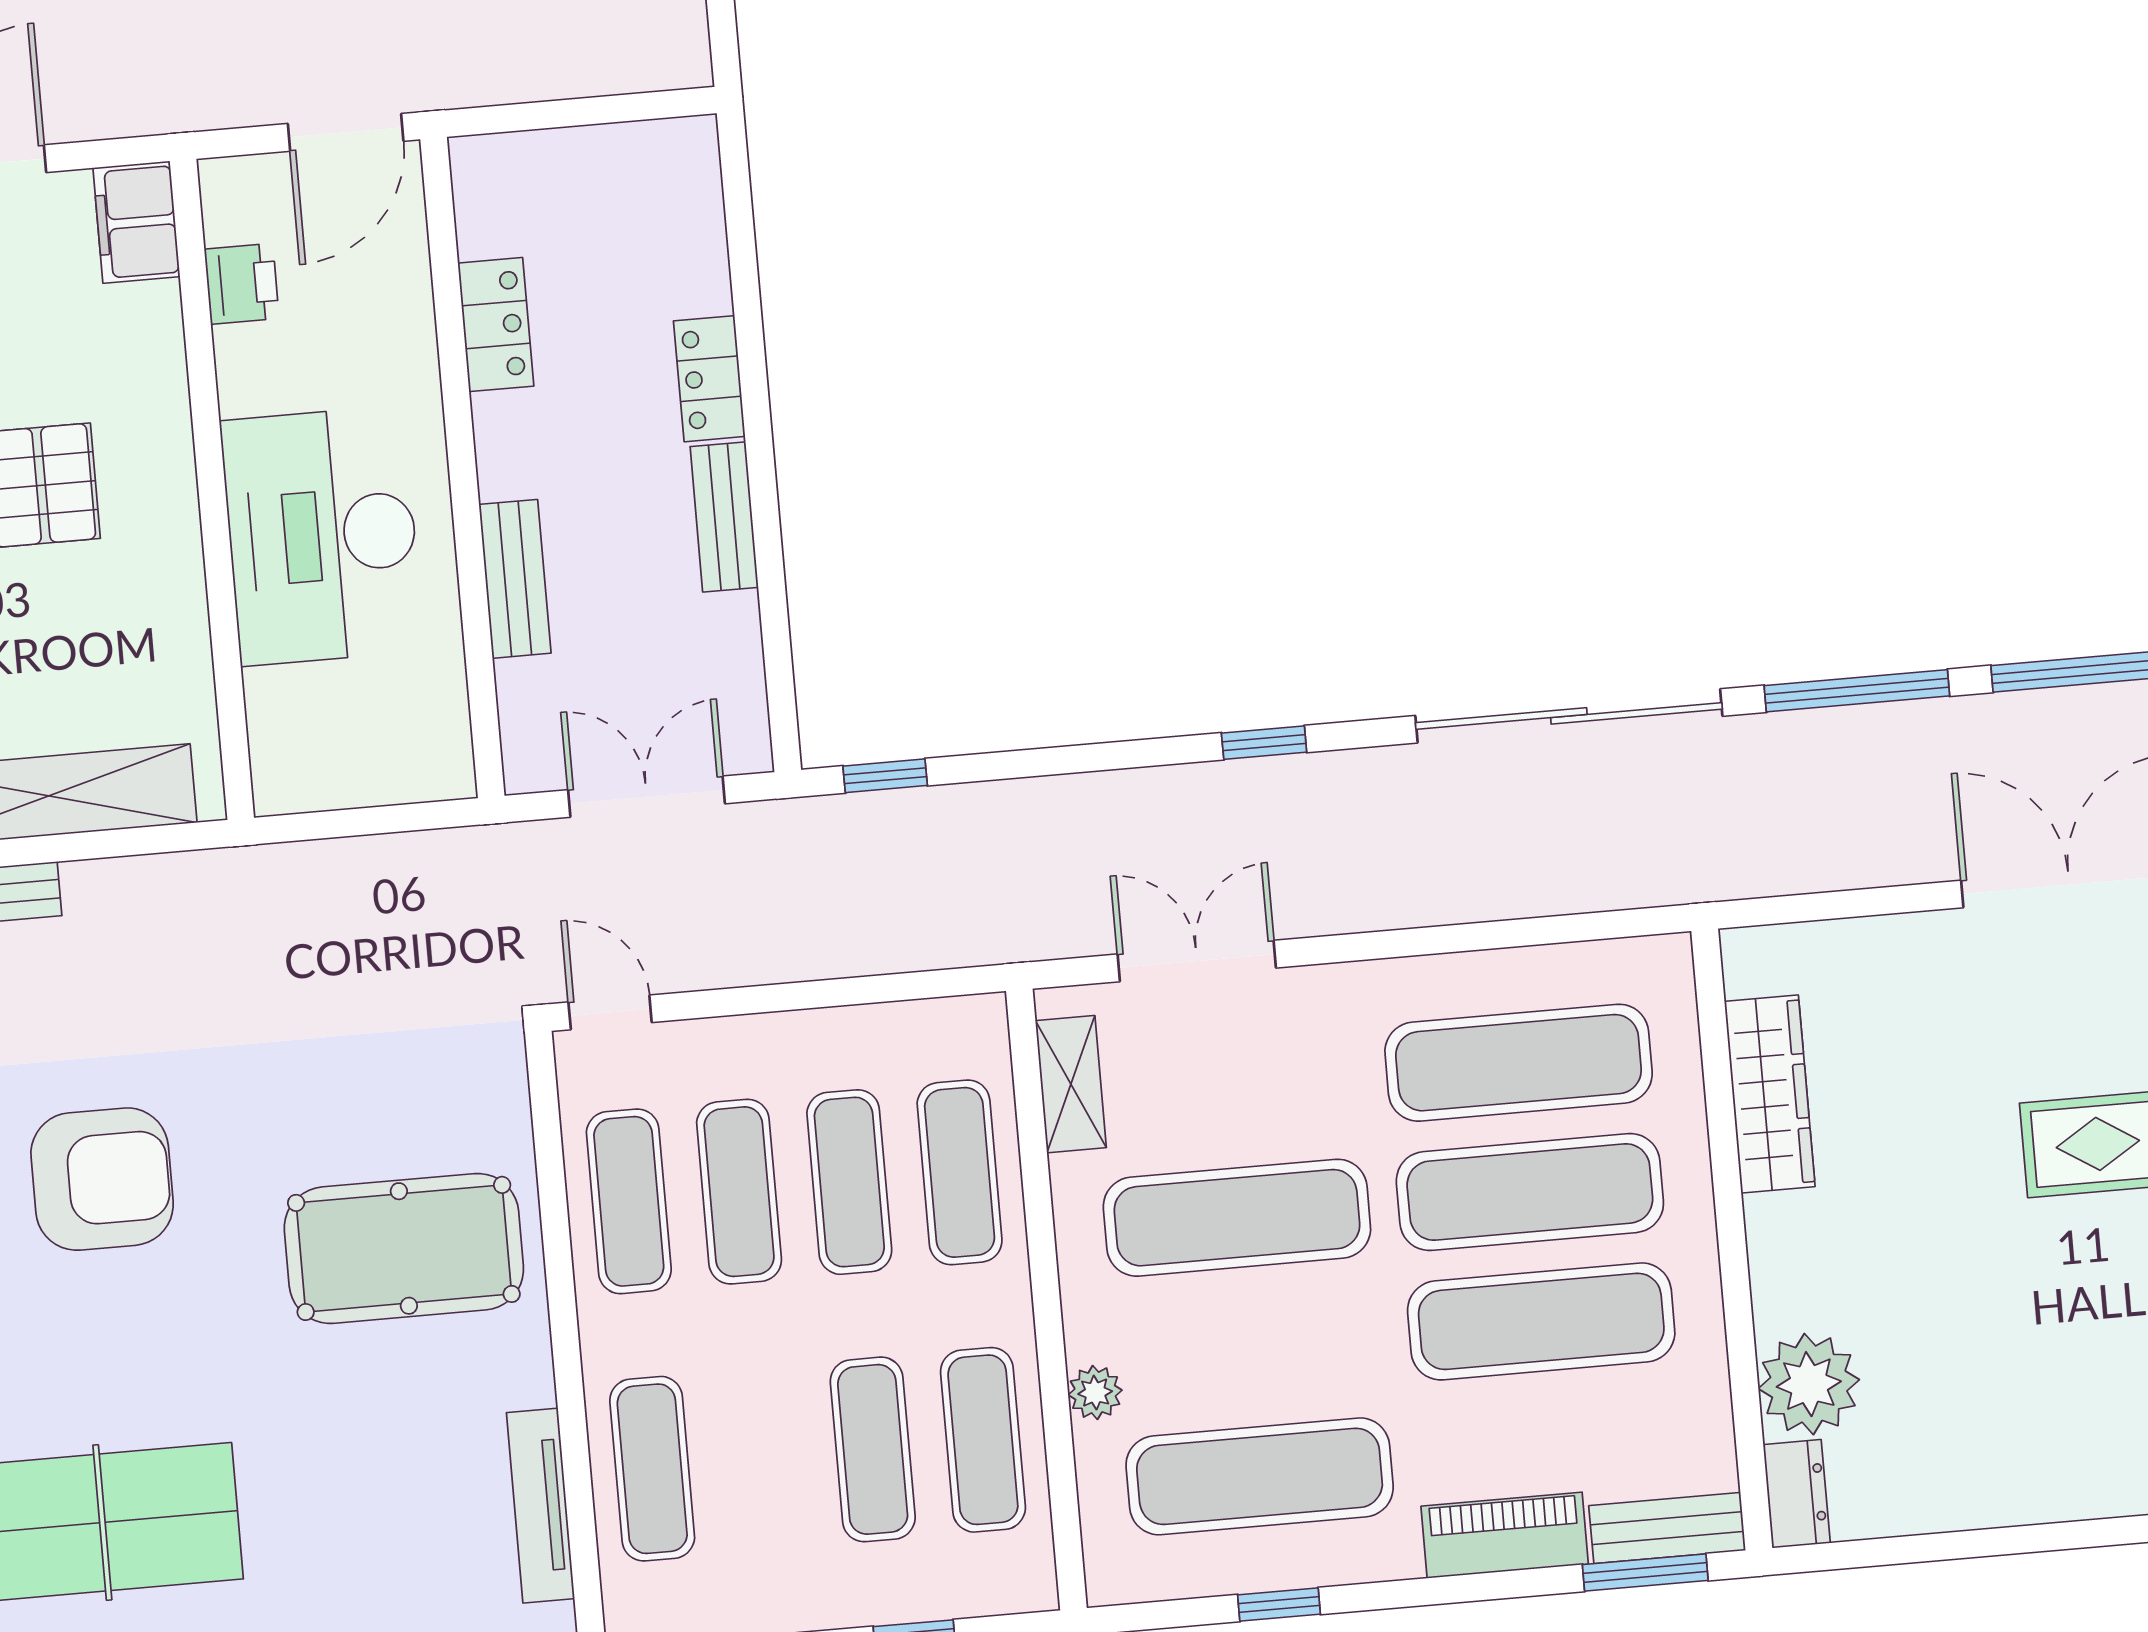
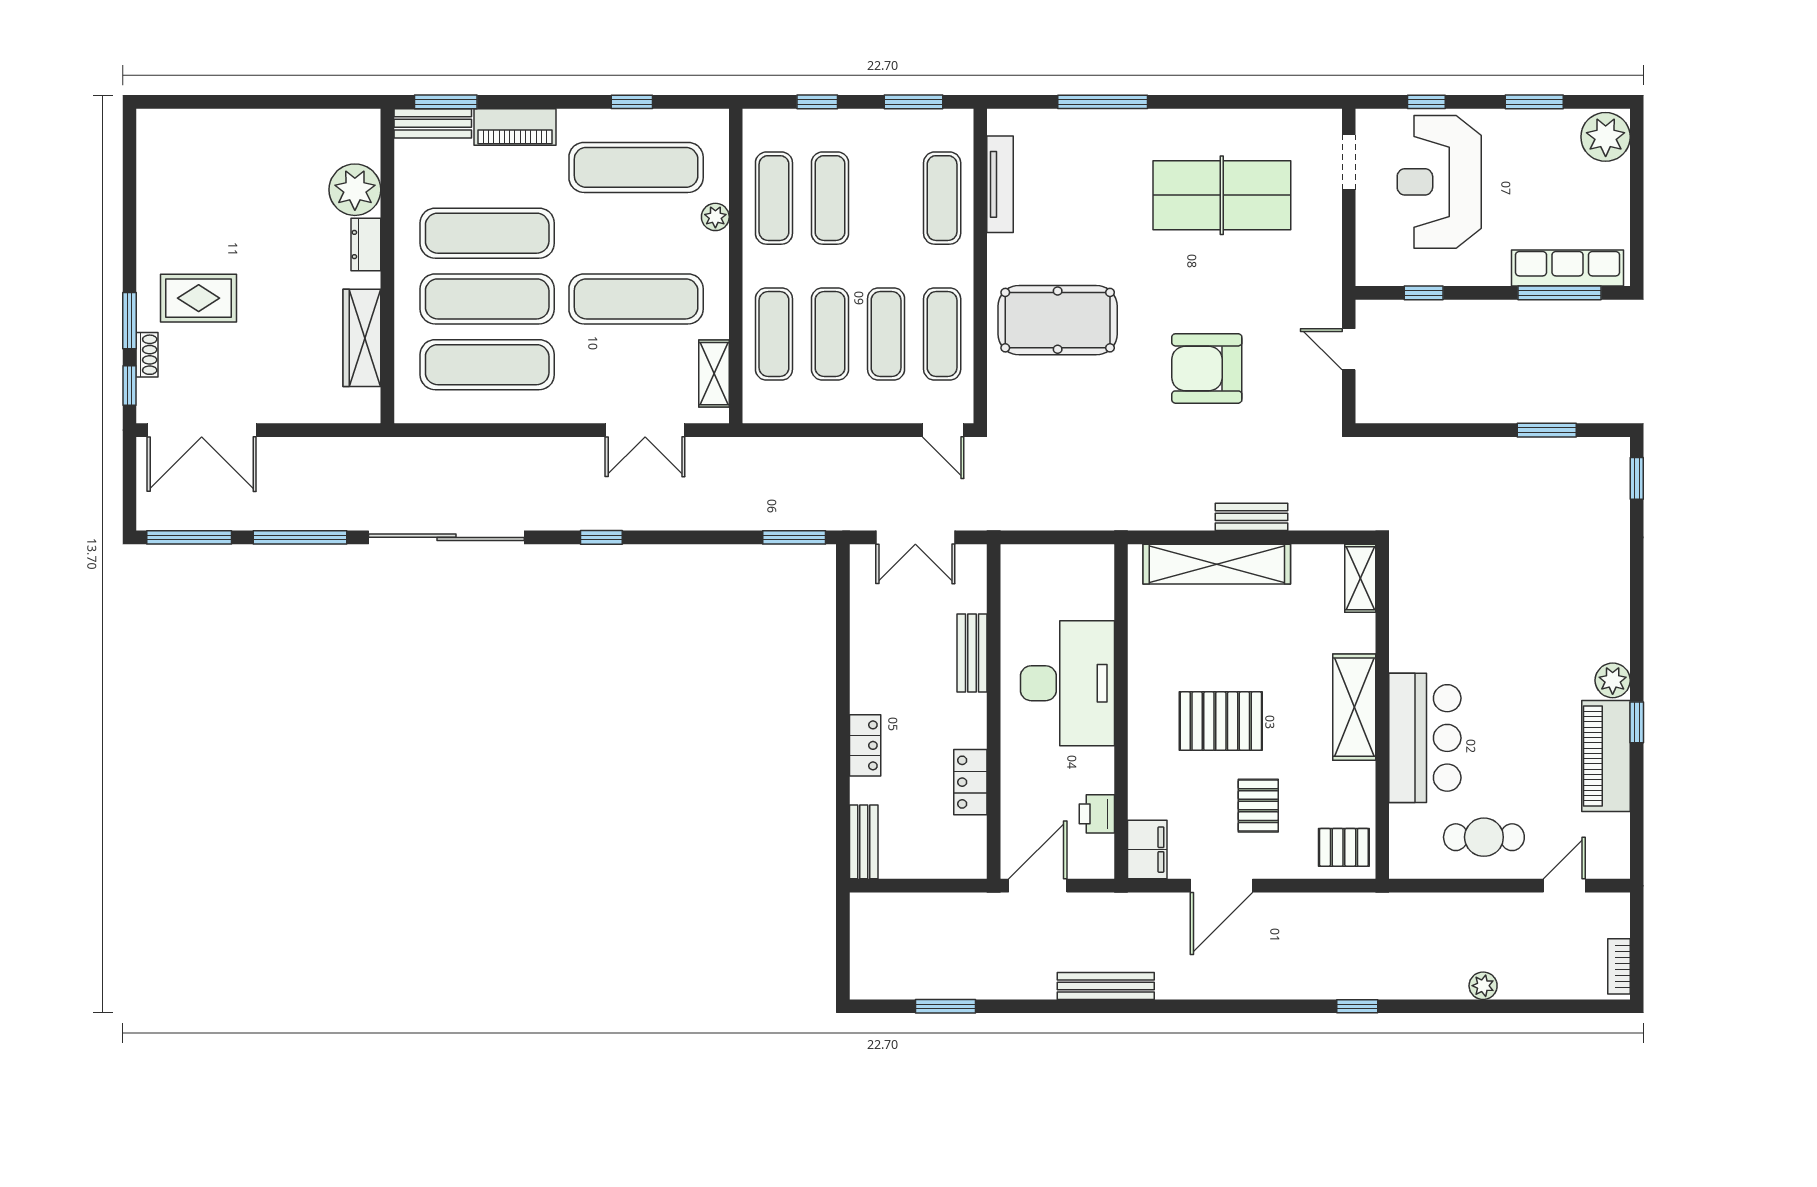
bench: (724, 517) -> (864, 842), moved
window: (885, 776) -> (794, 537), width x1.50
dresser: (1797, 1494) -> (366, 245), moved

